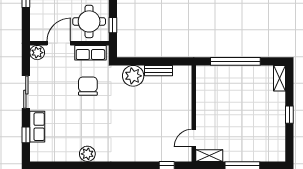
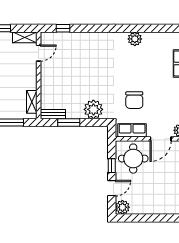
window: (113, 25) -> (112, 166), moved
window: (160, 61) -> (69, 123), added
bench: (159, 71) -> (53, 114), moved
shelving: (201, 84) -> (32, 102), added

